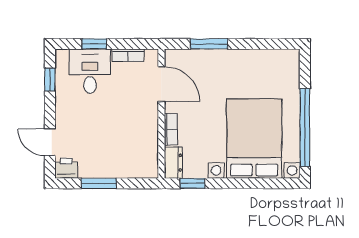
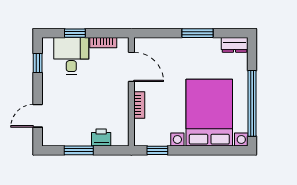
window: (209, 44) -> (198, 33), moved
door: (50, 142) -> (38, 116), hinge flipped
dresser: (173, 163) -> (235, 45), moved, turned 90
printer: (66, 168) -> (101, 138), moved

